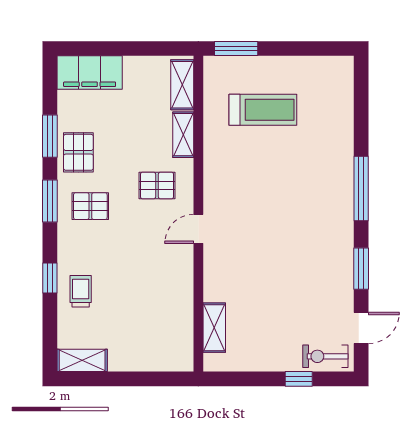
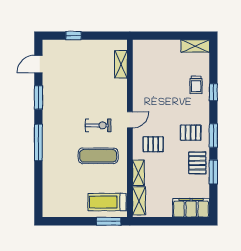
treadmill: (263, 110) -> (107, 202), moved
exercise mat: (255, 165) -> (98, 156), added
exercise bike: (325, 356) -> (98, 125), moved

